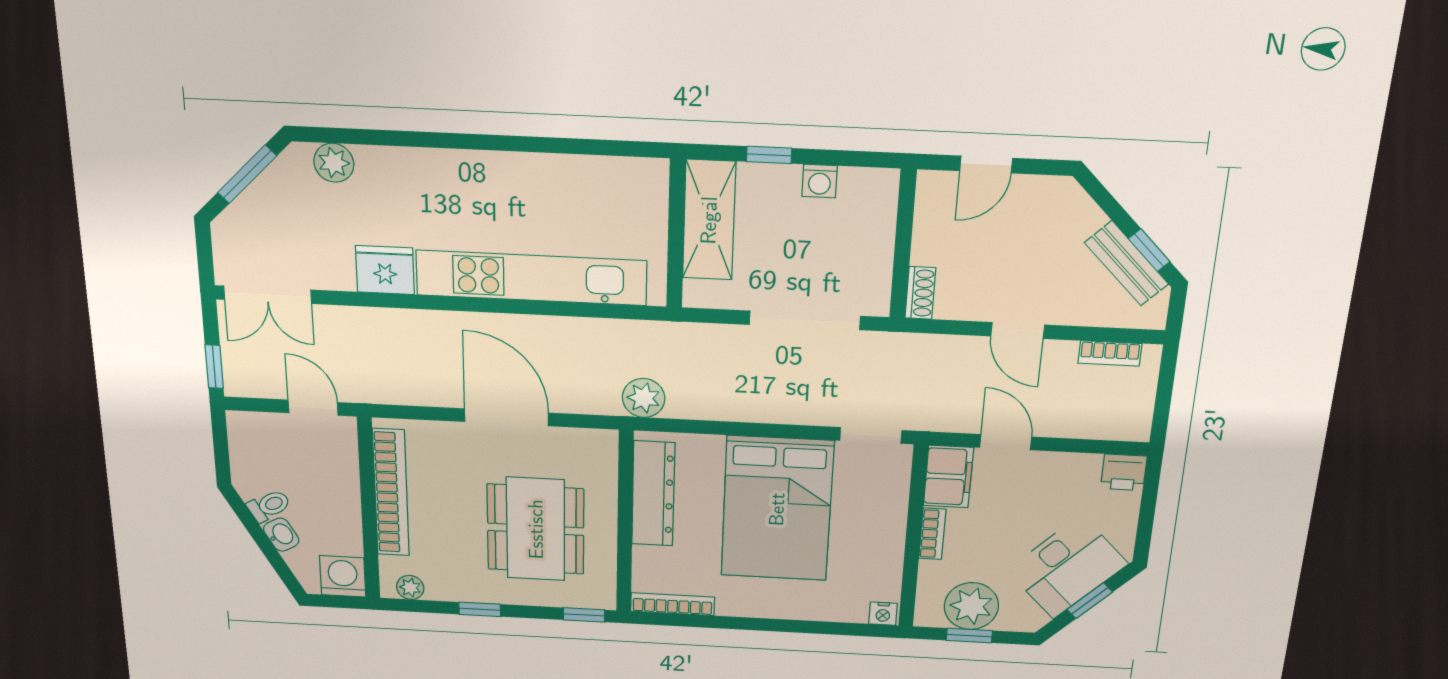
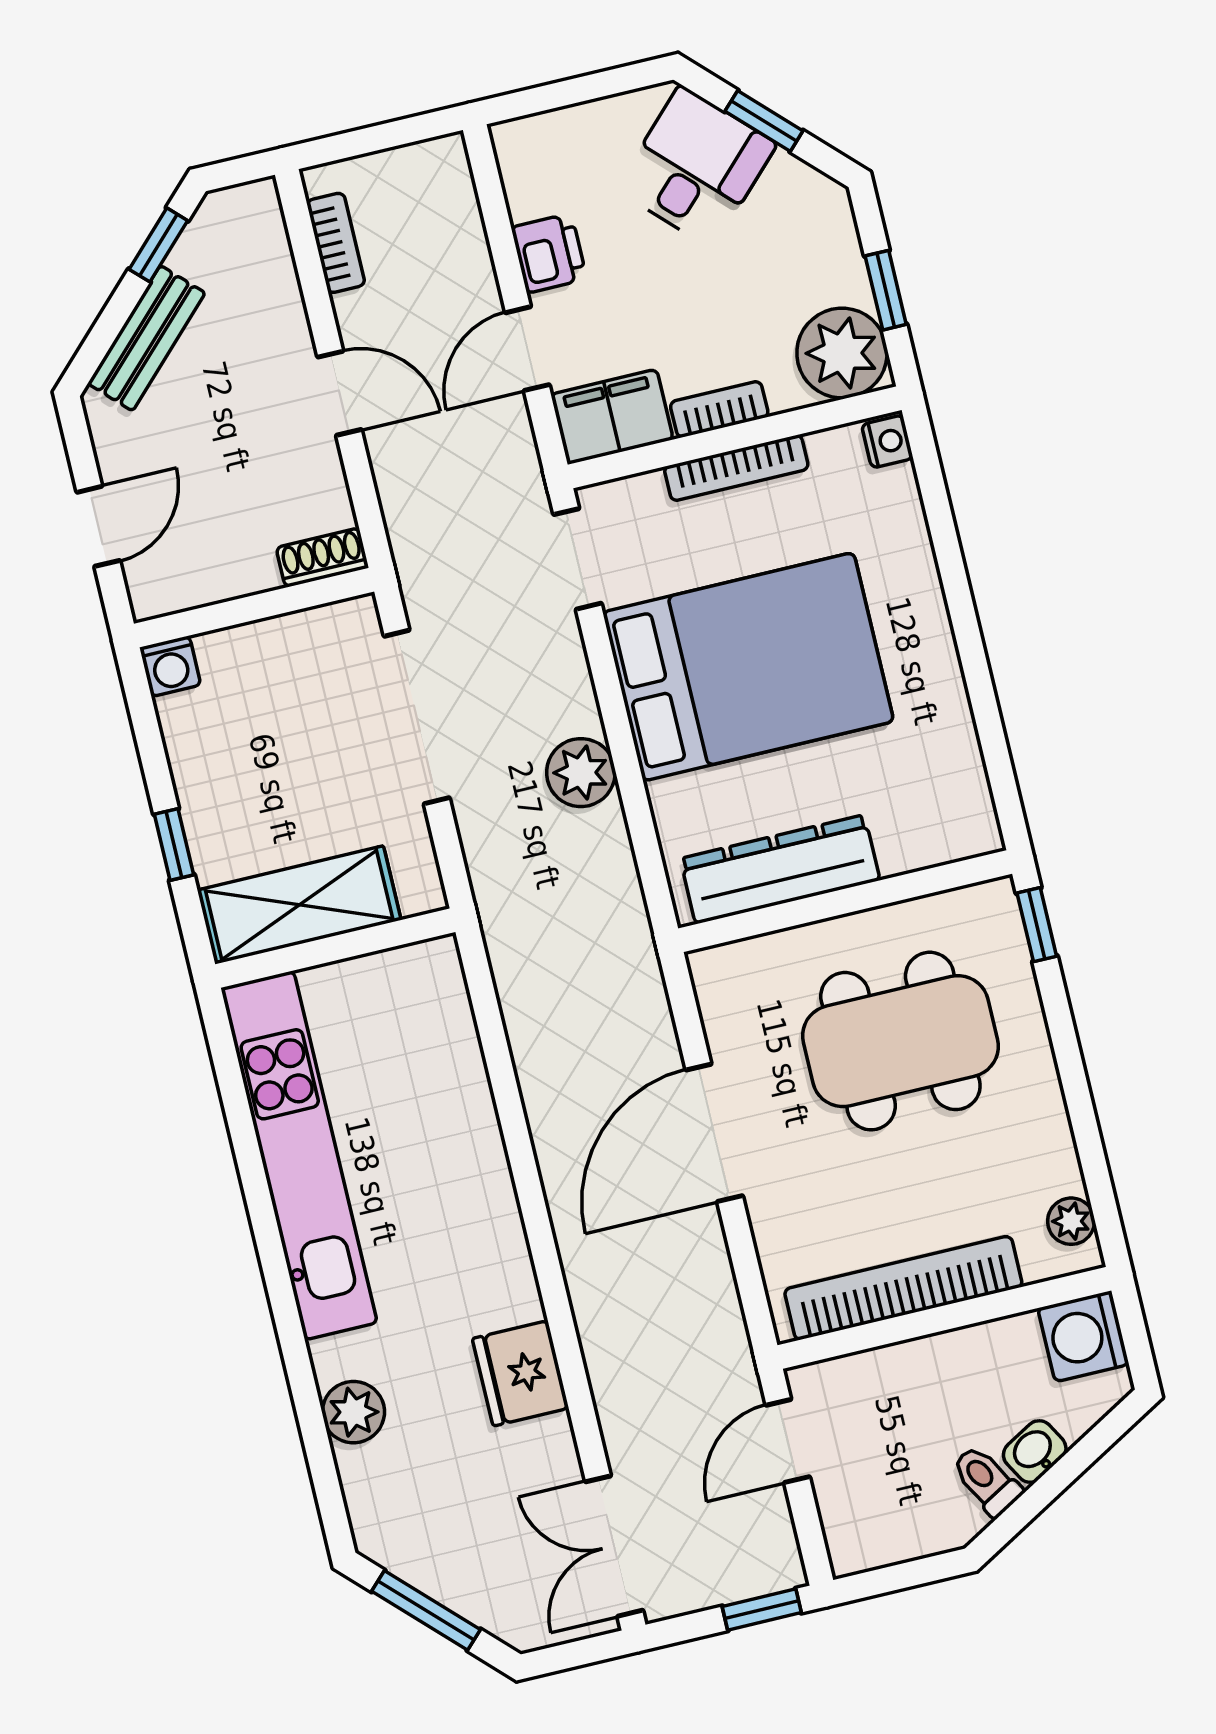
plant: (334, 163) -> (353, 1412), moved
door: (986, 164) -> (98, 526), hinge flipped
washing machine: (820, 181) -> (170, 666), moved, turned 90
bench: (1126, 263) -> (146, 338), moved
kitchen unit: (531, 278) -> (299, 1155), moved, turned 180
double door: (268, 295) -> (614, 1546), swing flipped
door: (1018, 330) -> (340, 393), hinge flipped
plant: (644, 398) -> (581, 773), moved
printer: (1124, 472) -> (549, 253), moved
desk: (1067, 567) -> (696, 167), width x0.73
bookcase: (672, 604) -> (736, 468), moved, turned -90
plant: (971, 606) -> (842, 353), moved
window: (480, 609) -> (1078, 1098), removed

